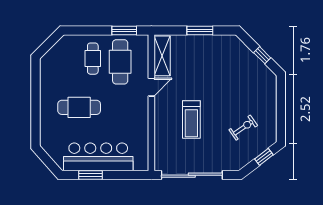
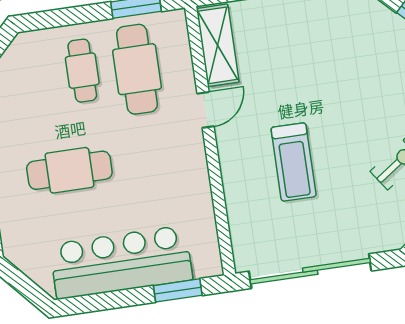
window: (90, 175) -> (178, 290), moved

